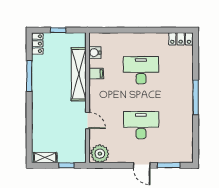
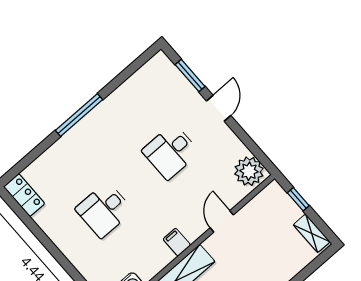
desk: (141, 70) -> (104, 210), width x0.73
filing cabinet: (96, 73) -> (177, 242), moved
desk: (141, 125) -> (171, 152), width x0.73

